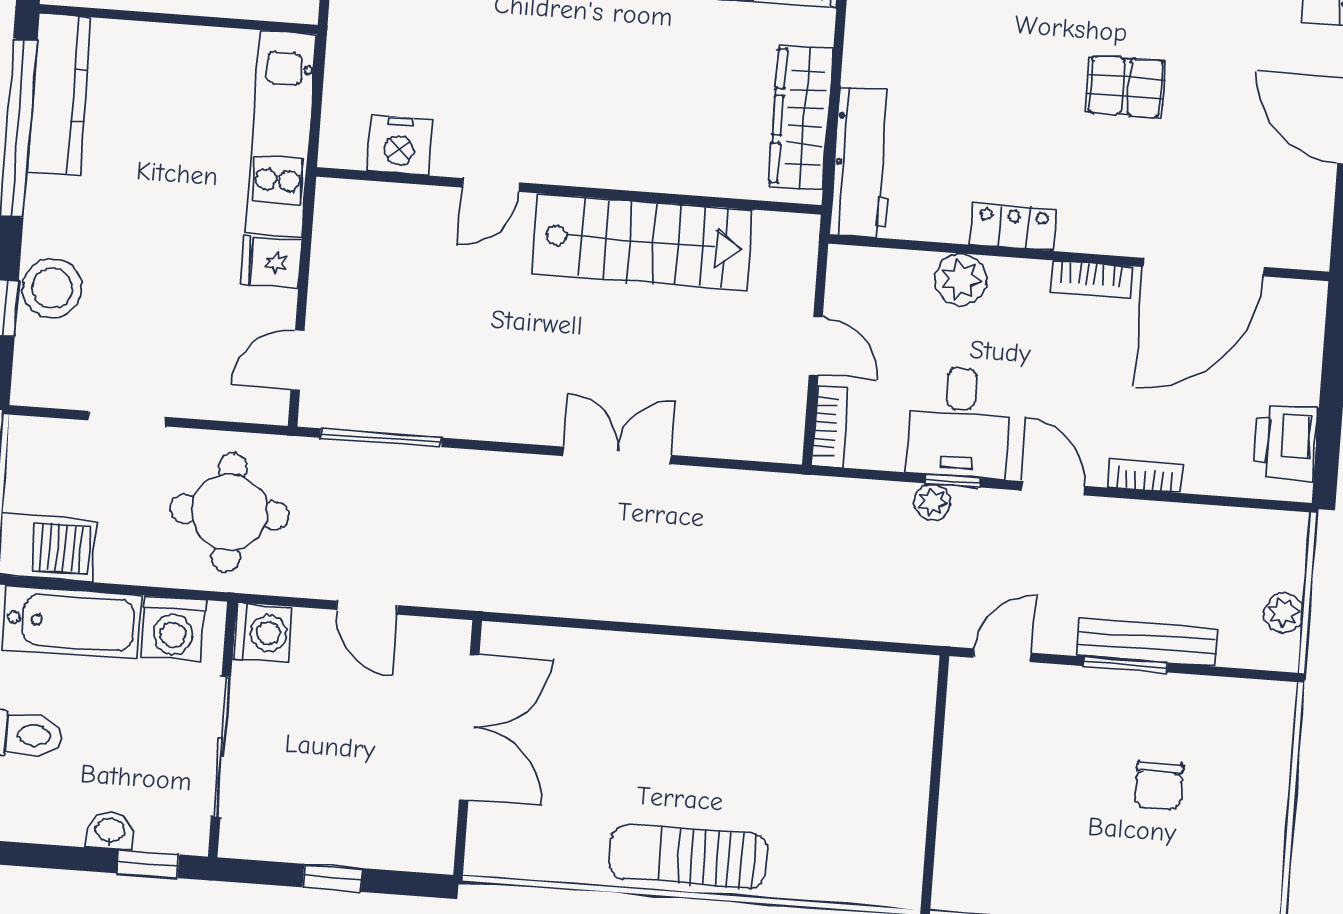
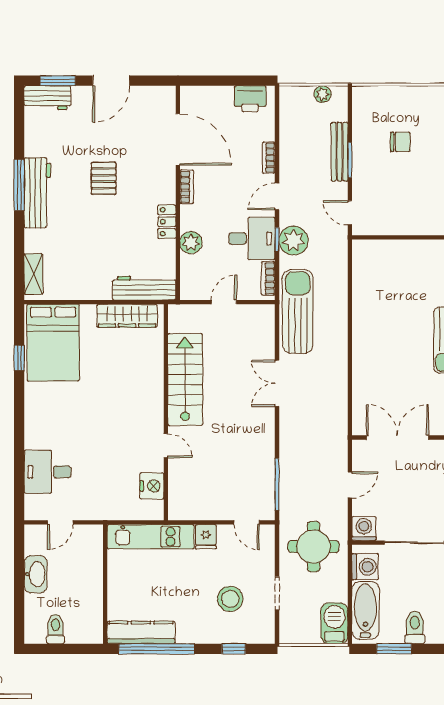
stool: (52, 288) -> (230, 599), moved
bookcase: (830, 427) -> (268, 278), moved, turned -90
plant: (932, 502) -> (294, 241), width x1.87, depth x1.87
sun lounger: (781, 517) -> (298, 312), added

